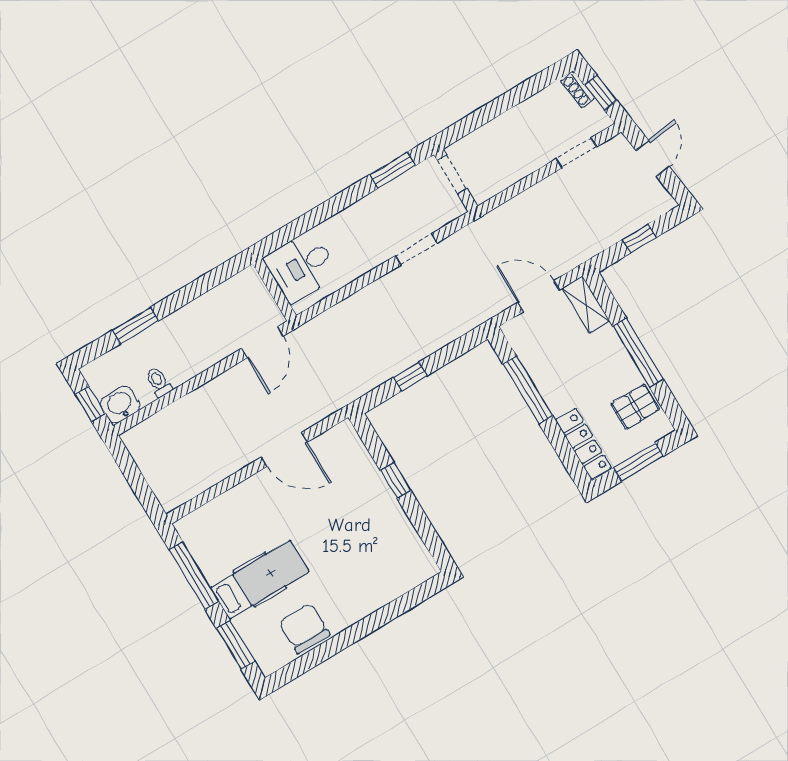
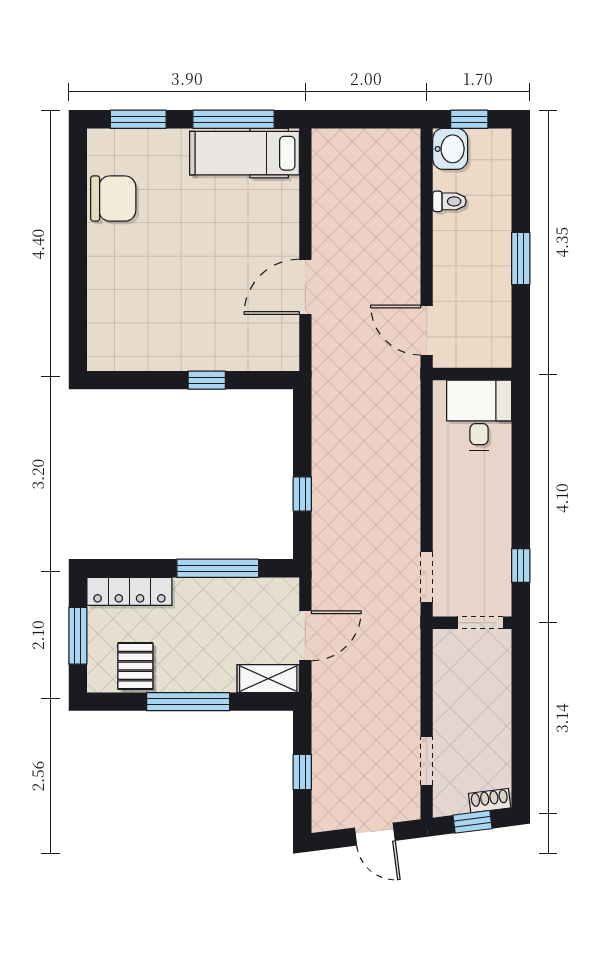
window: (393, 170) -> (521, 566), width x0.67
doorway: (416, 249) -> (427, 577), moved
window: (135, 325) -> (521, 259), moved
window: (410, 377) -> (302, 494), moved
hospital bed: (260, 580) -> (244, 153), moved, turned 90

